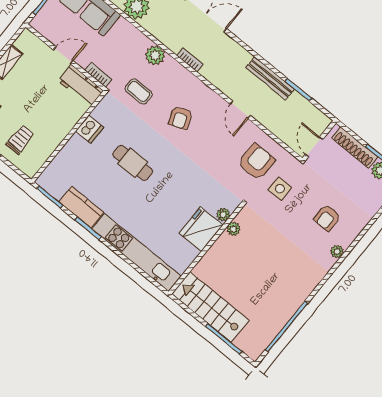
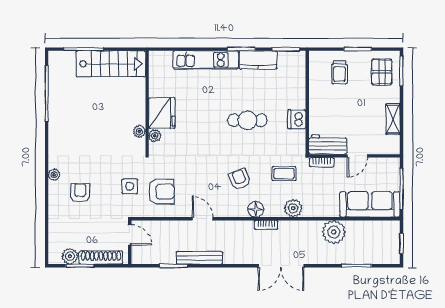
floor lamp: (188, 81) -> (256, 209), added
armchair: (256, 162) -> (161, 192), turned -90
kitchen unit: (136, 252) -> (206, 60), width x0.73

